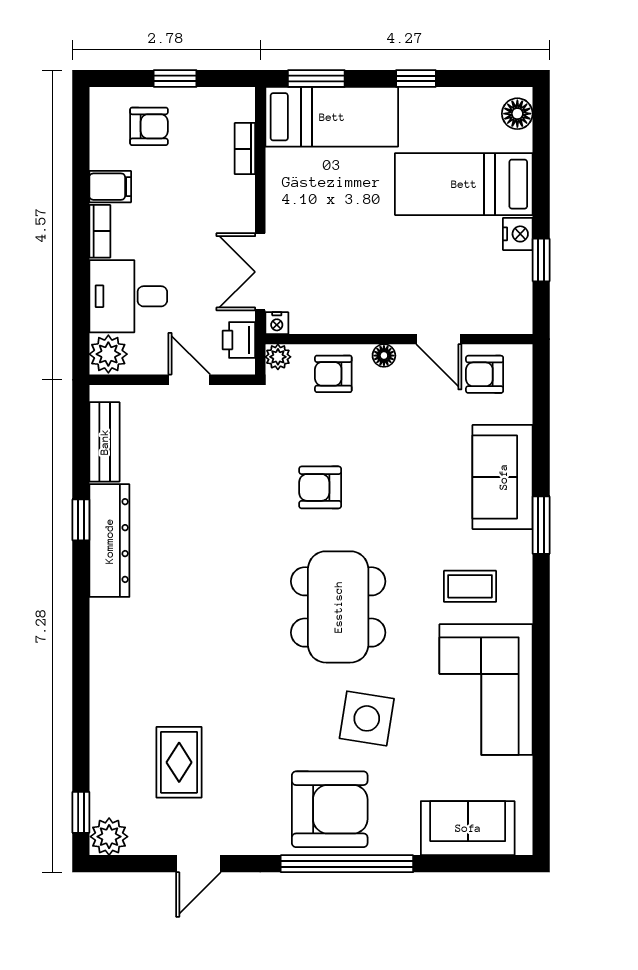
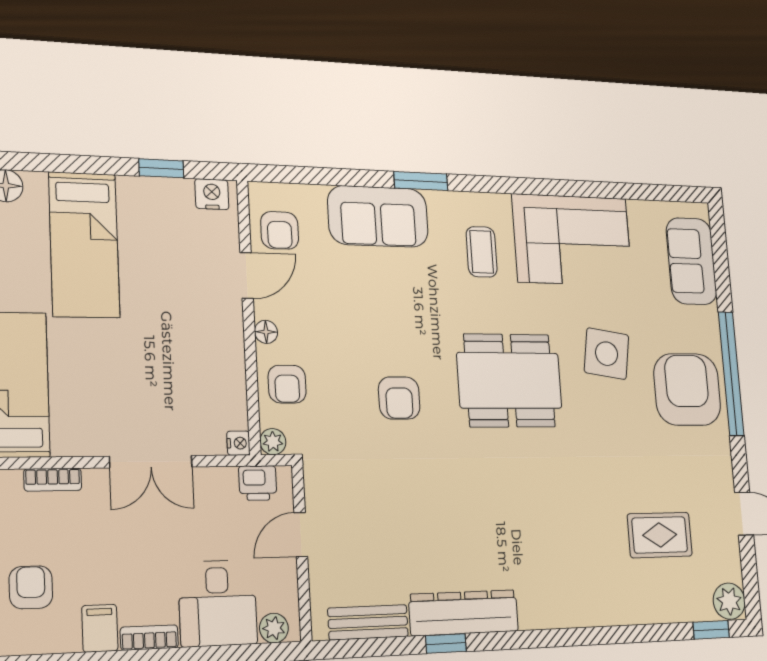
nightstand: (518, 234) -> (212, 194), moved
double door: (260, 272) -> (151, 462), moved
plant: (108, 354) -> (274, 628), width x0.73, depth x0.73

